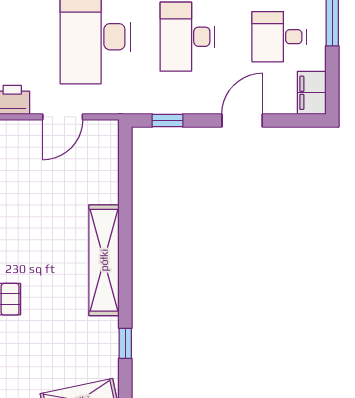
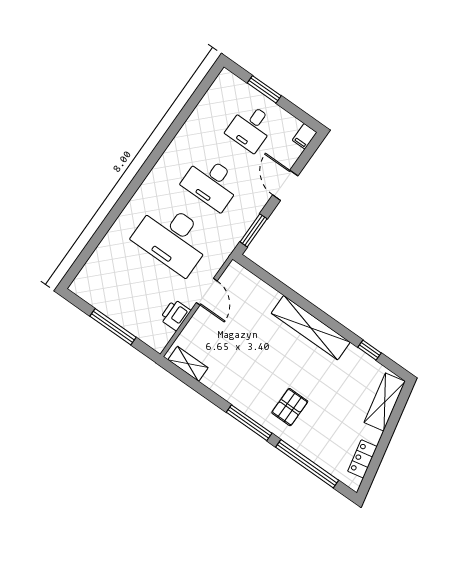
filing cabinet: (312, 93) -> (305, 136), width x0.50
window: (167, 121) -> (254, 230), width x1.50

